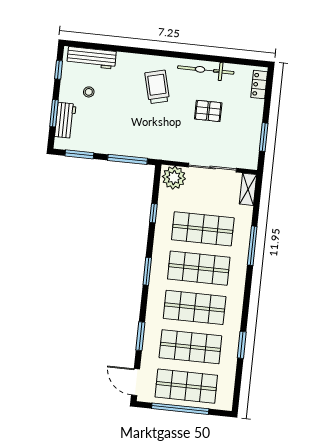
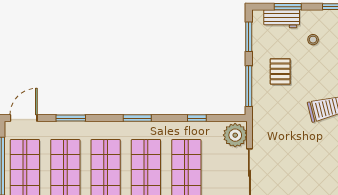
pallet: (208, 111) -> (280, 71), moved

